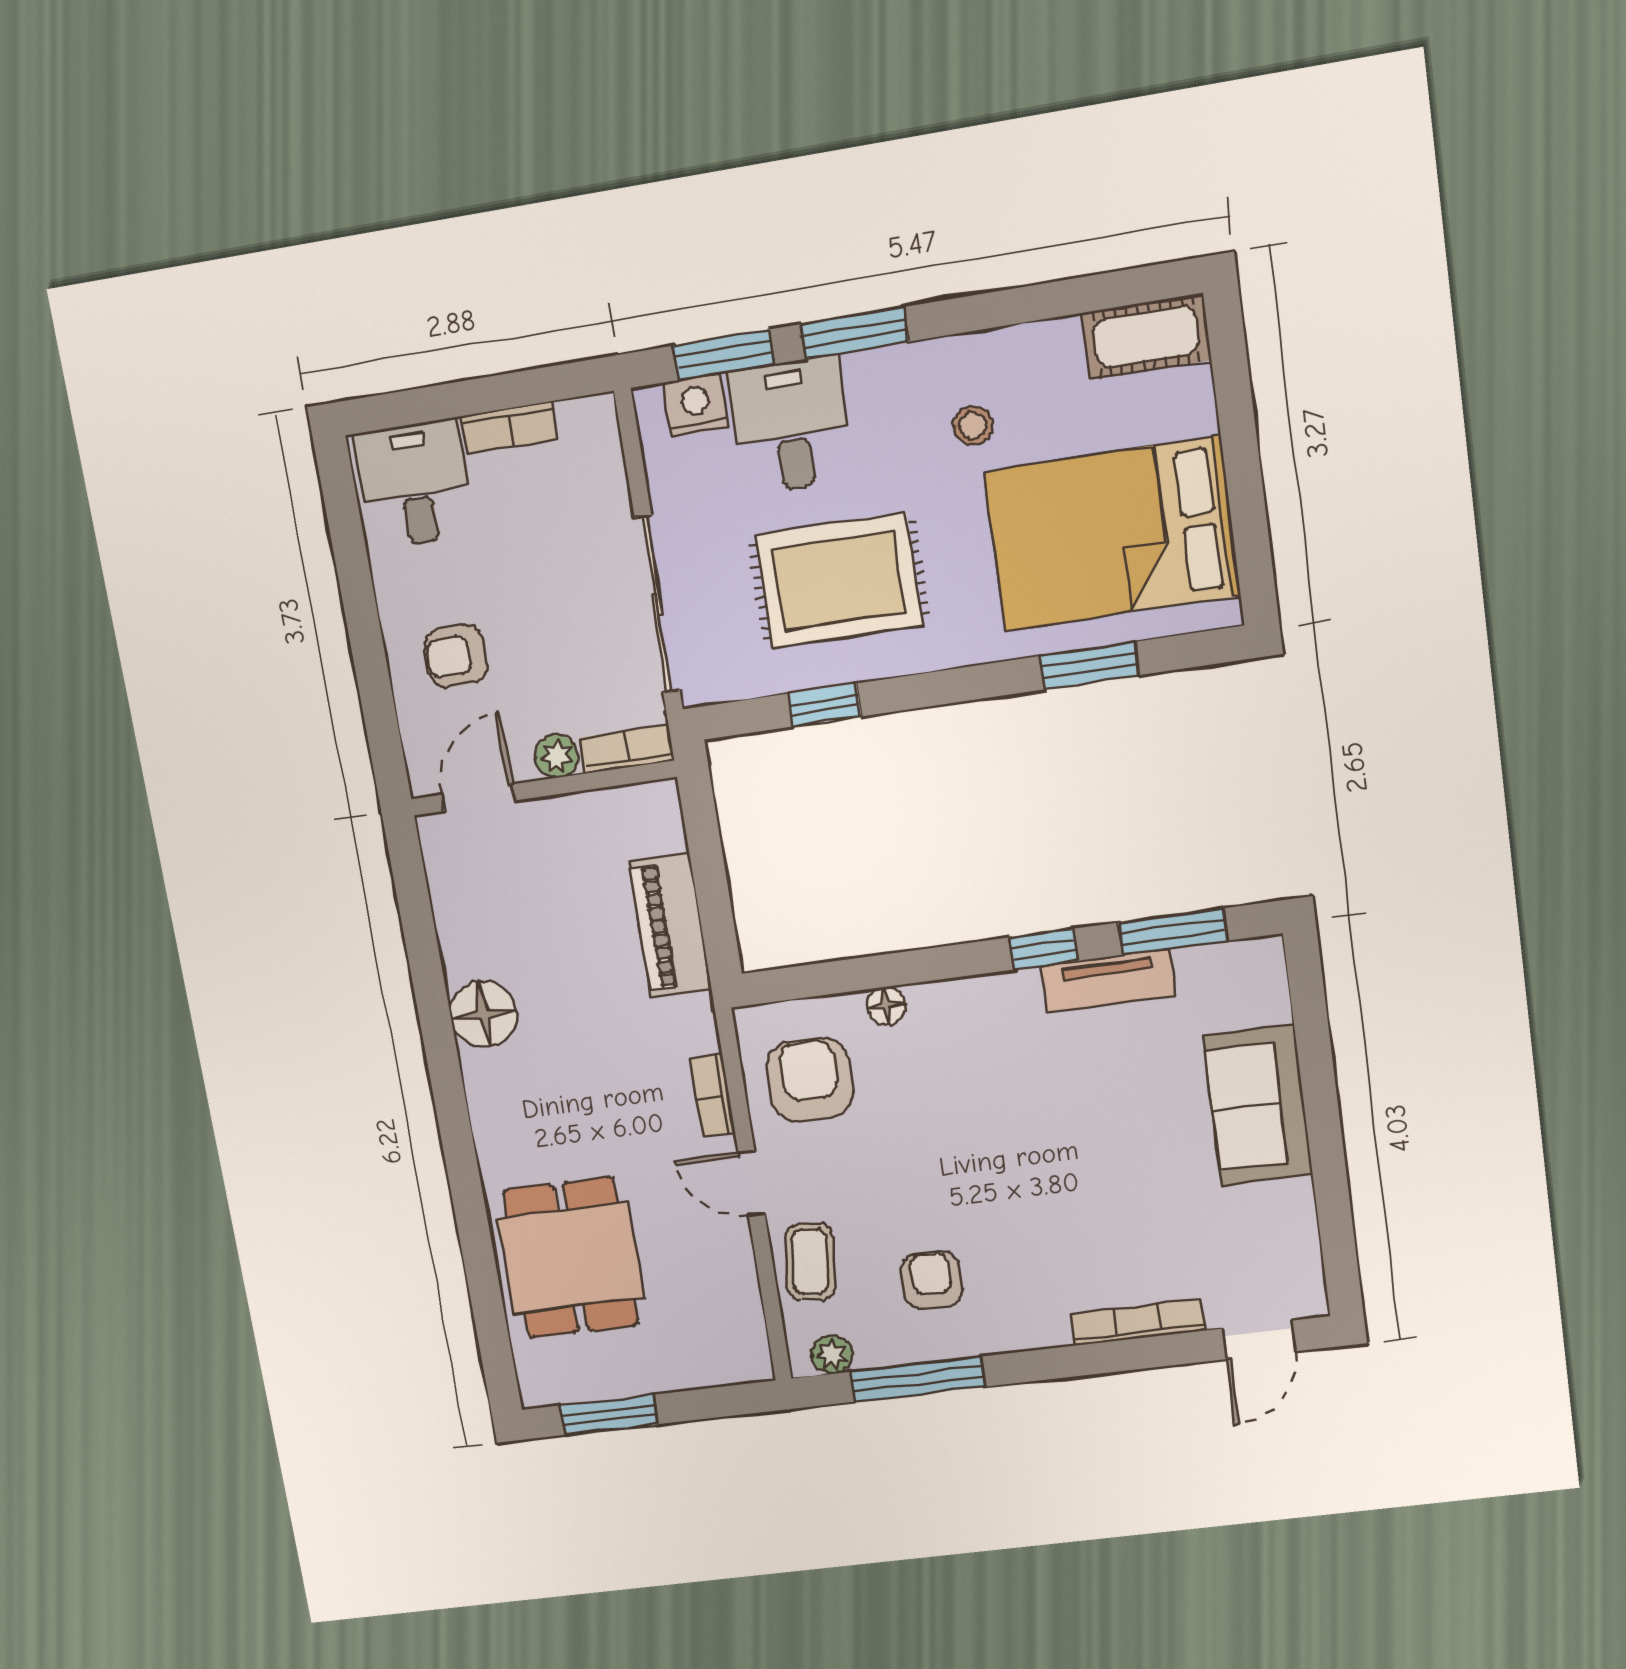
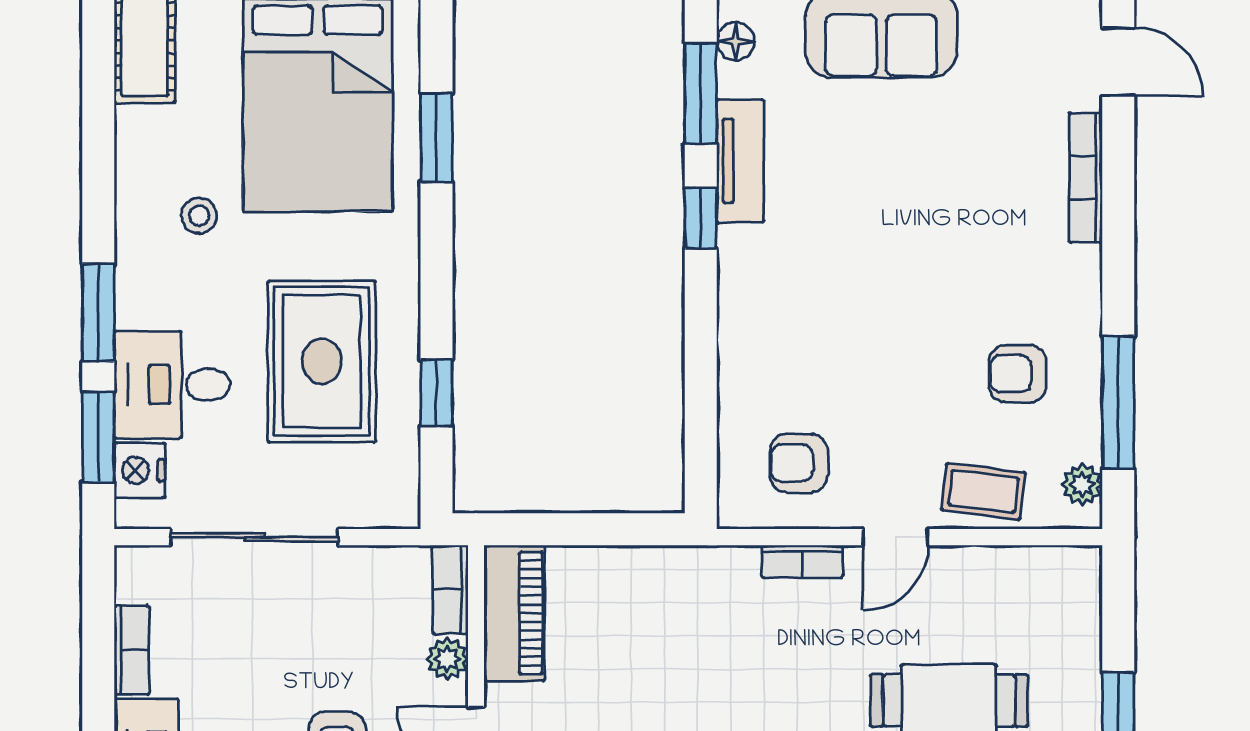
sliding door: (657, 604) -> (254, 537), moved
piano: (670, 925) -> (514, 613), moved, turned -90
floor lamp: (886, 1006) -> (736, 41), moved
armchair: (810, 1080) -> (799, 463), width x0.72, depth x0.72

